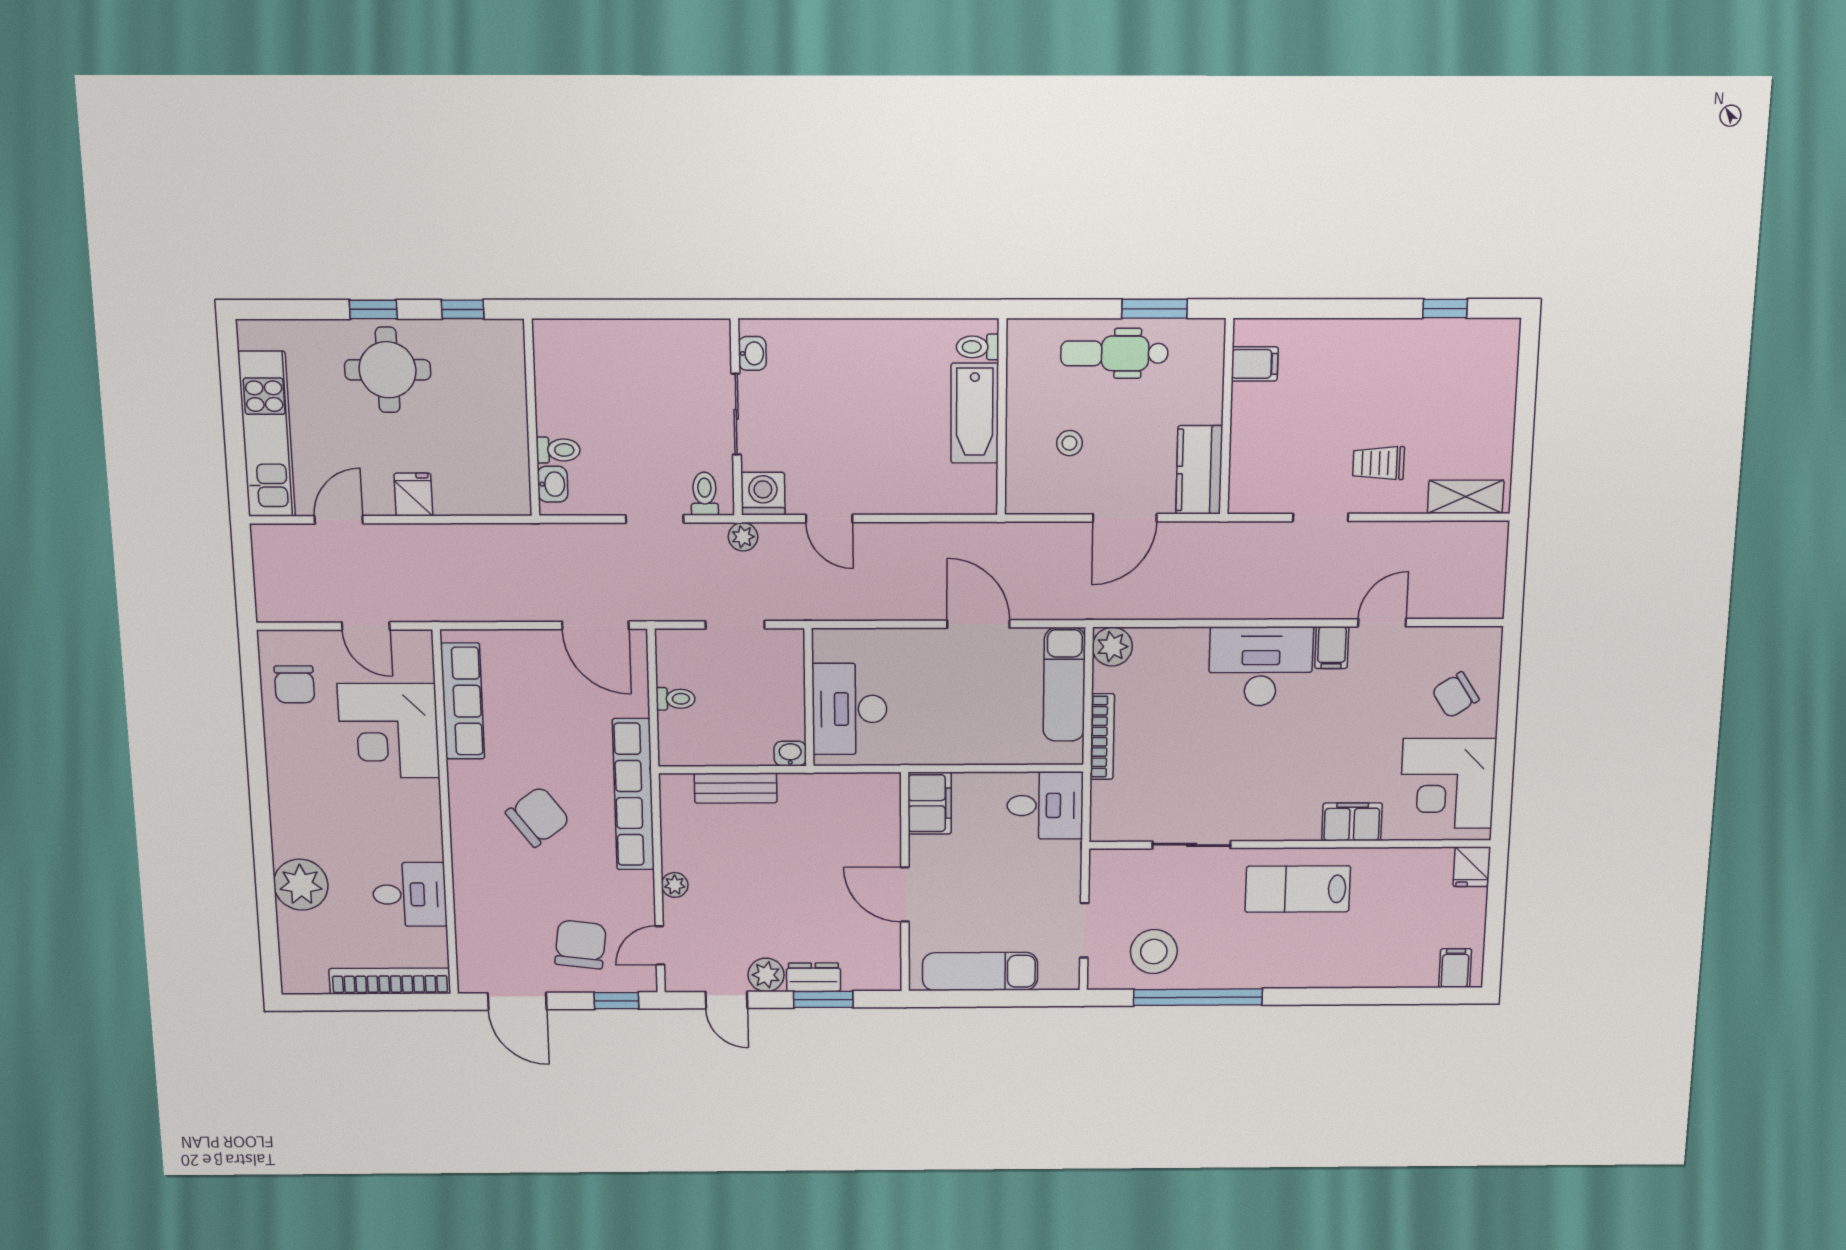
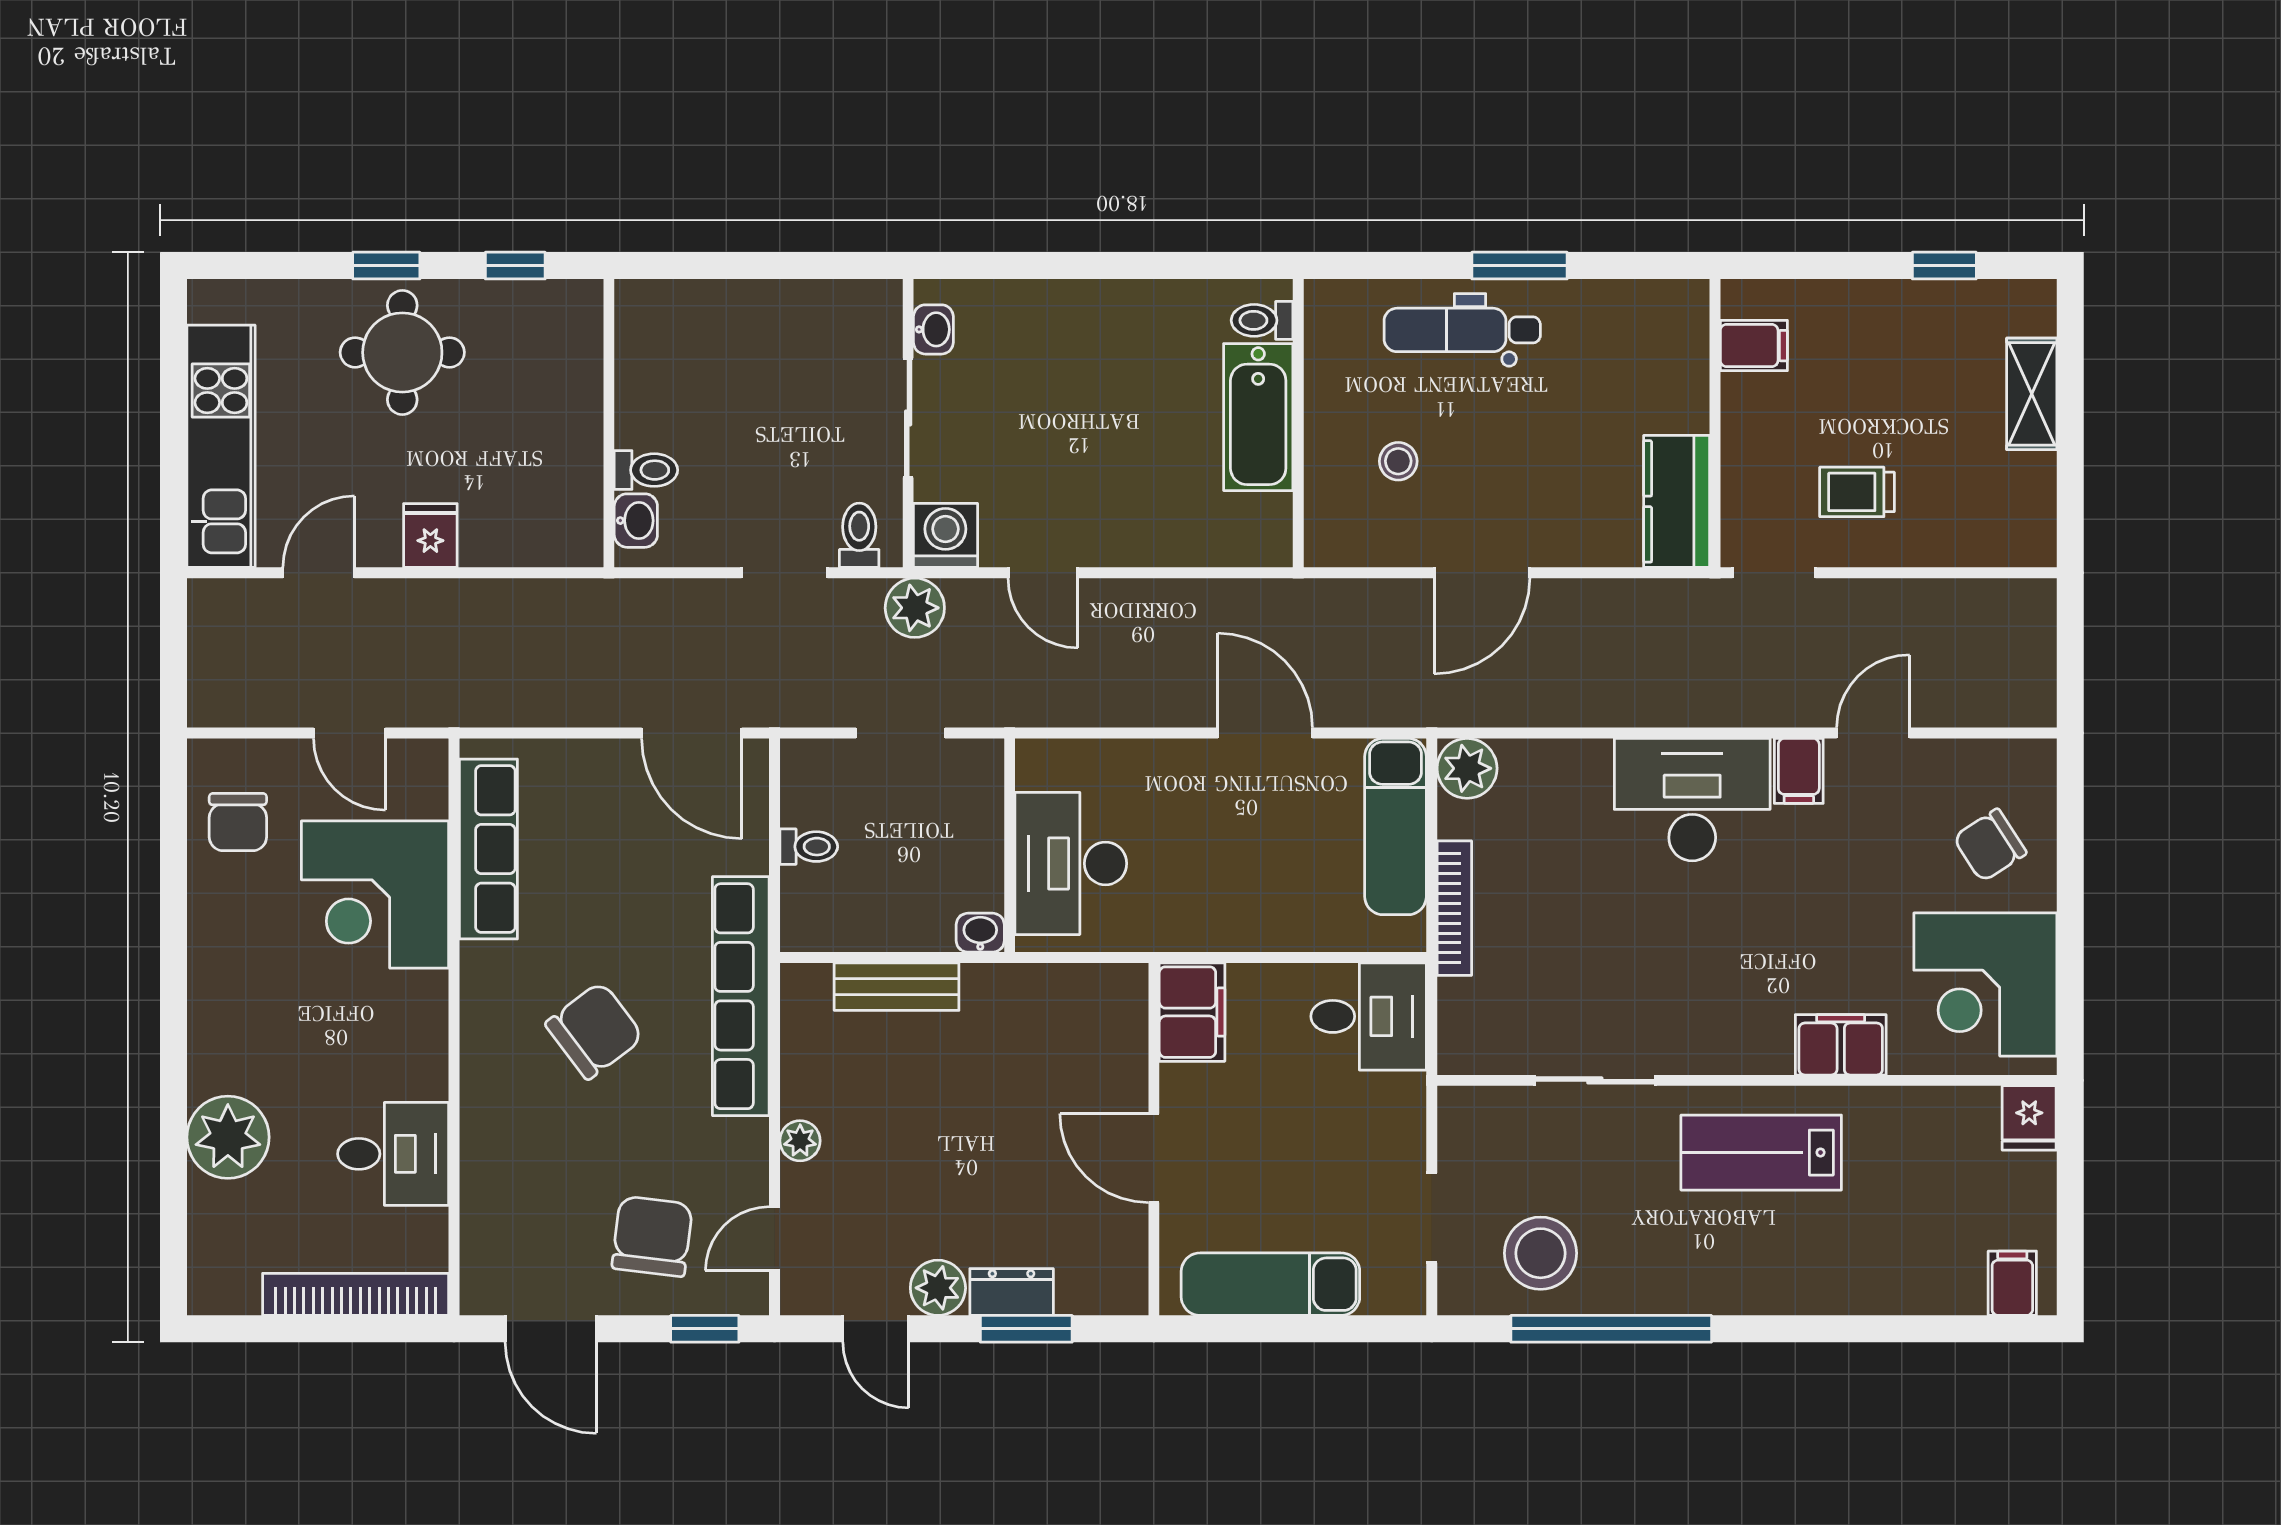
filing cabinet: (1255, 364) -> (1754, 346), moved
wall: (1227, 417) -> (1715, 423), moved
kitchen counter: (1199, 470) -> (1677, 501), moved
shelving: (1466, 497) -> (2032, 394), moved, turned 90
plant: (743, 537) -> (915, 608), width x1.38, depth x1.38

